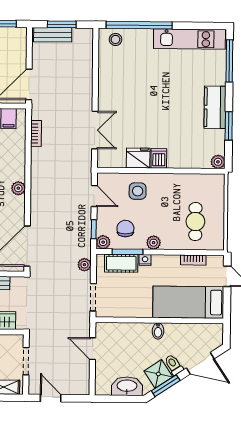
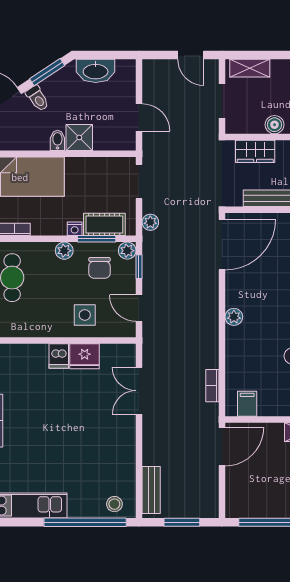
bench: (53, 35) -> (151, 490), moved, turned 90
shower: (158, 374) -> (79, 137), moved, turned 33

